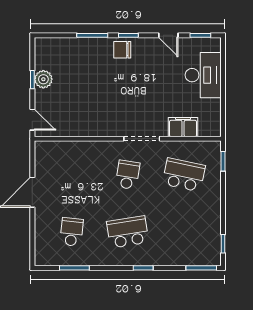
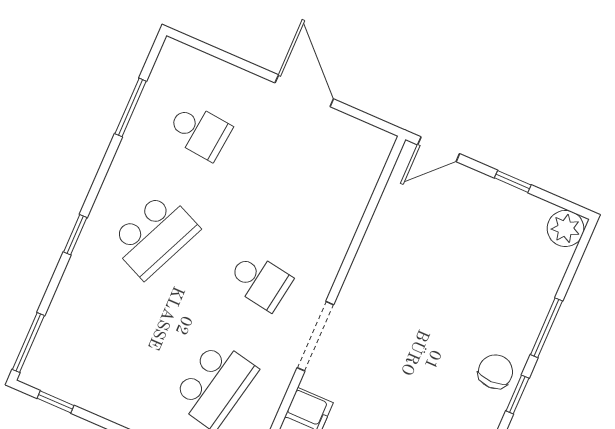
plant: (43, 79) -> (565, 228), moved
school desk: (128, 232) -> (154, 235), turned 33

